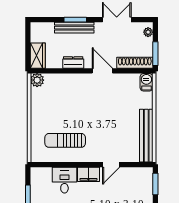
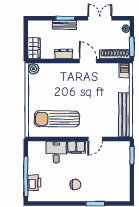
bench: (74, 28) -> (64, 25), width x0.73
sun lounger: (65, 140) -> (57, 119), width x1.36, depth x1.34

